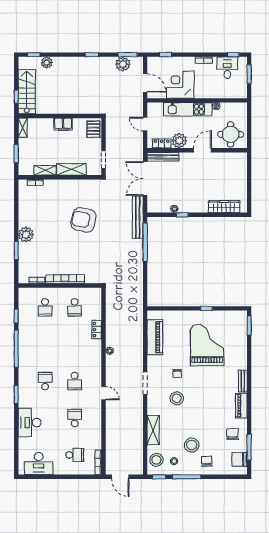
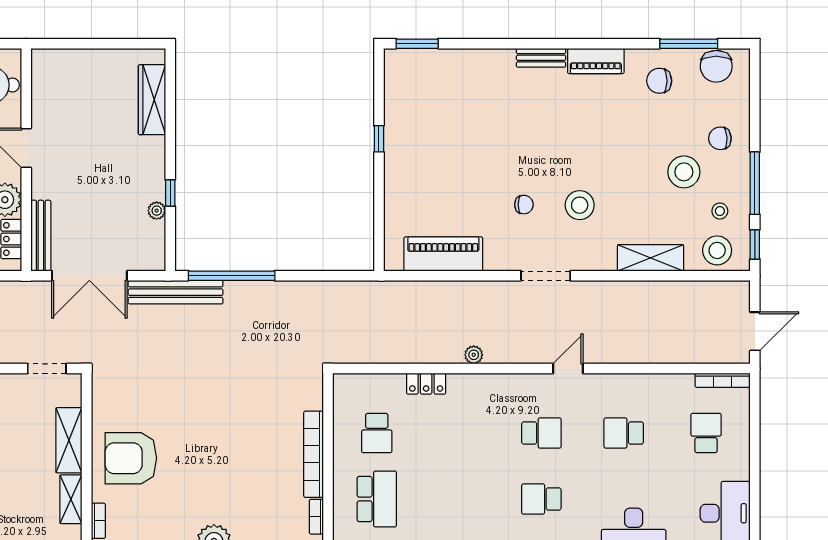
armchair: (84, 220) -> (131, 458), moved, turned 78
school desk: (45, 307) -> (377, 499), width x1.85
school desk: (75, 307) -> (377, 433), turned 90
grand piano: (207, 345) -> (461, 137), removed

